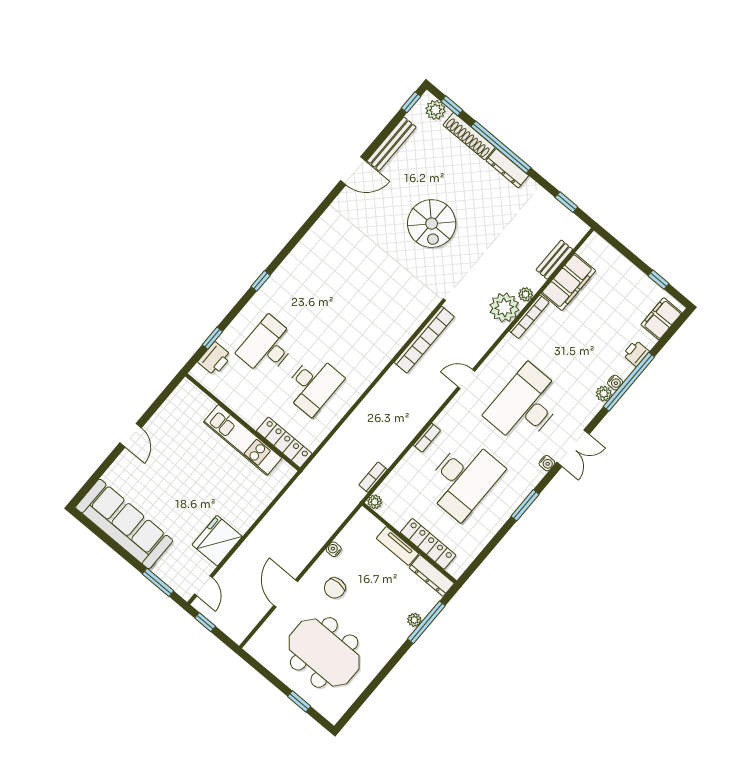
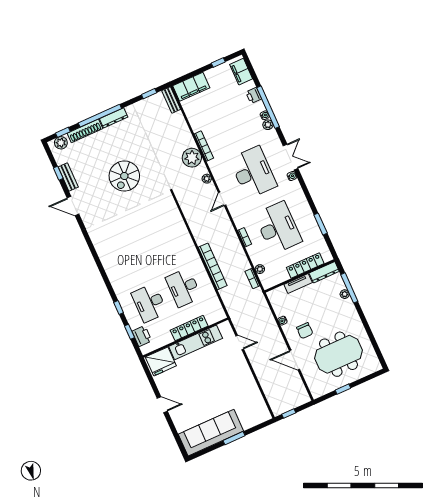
window: (411, 102) -> (58, 173), moved
bench: (392, 144) -> (68, 177), width x0.73
door: (353, 171) -> (73, 206), swing flipped
spiral stairs: (432, 224) -> (124, 176), turned 90
bench: (554, 260) -> (171, 100), moved
window: (261, 281) -> (119, 308), moved
filing cabinet: (568, 282) -> (191, 87), moved, turned 90
plant: (526, 294) -> (207, 179), moved
bookcase: (424, 340) -> (213, 266), moved
desk: (313, 385) -> (184, 287), turned 180
desk: (525, 405) -> (253, 172), turned 180
locker: (284, 442) -> (189, 328), moved
plant: (375, 502) -> (260, 269), moved
window: (525, 505) -> (321, 224), moved
fridge: (217, 541) -> (161, 361), moved, turned -90
window: (158, 582) -> (234, 438), moved
door: (203, 586) -> (240, 342), moved
window: (299, 701) -> (343, 389), moved

